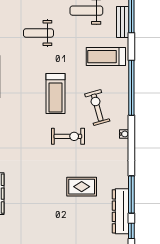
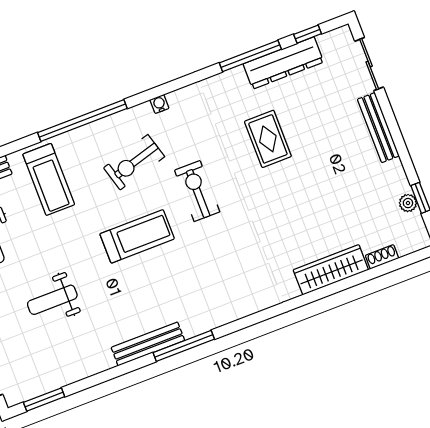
weight bench: (38, 33) -> (52, 300), turned 90

